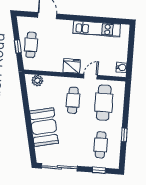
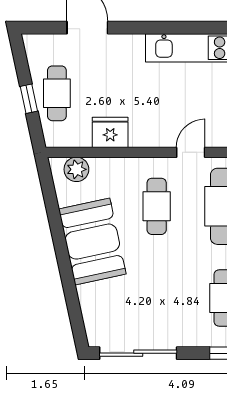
fridge: (72, 66) -> (110, 132), moved
booth: (44, 127) -> (92, 242), moved

